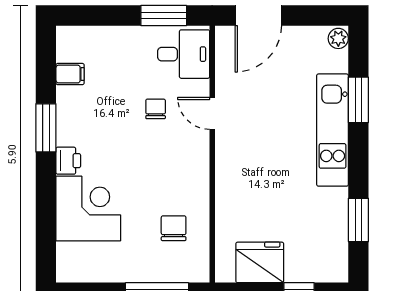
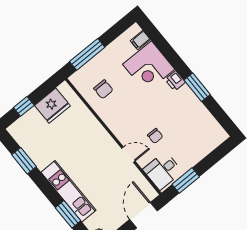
filing cabinet: (70, 74) -> (140, 40), moved

